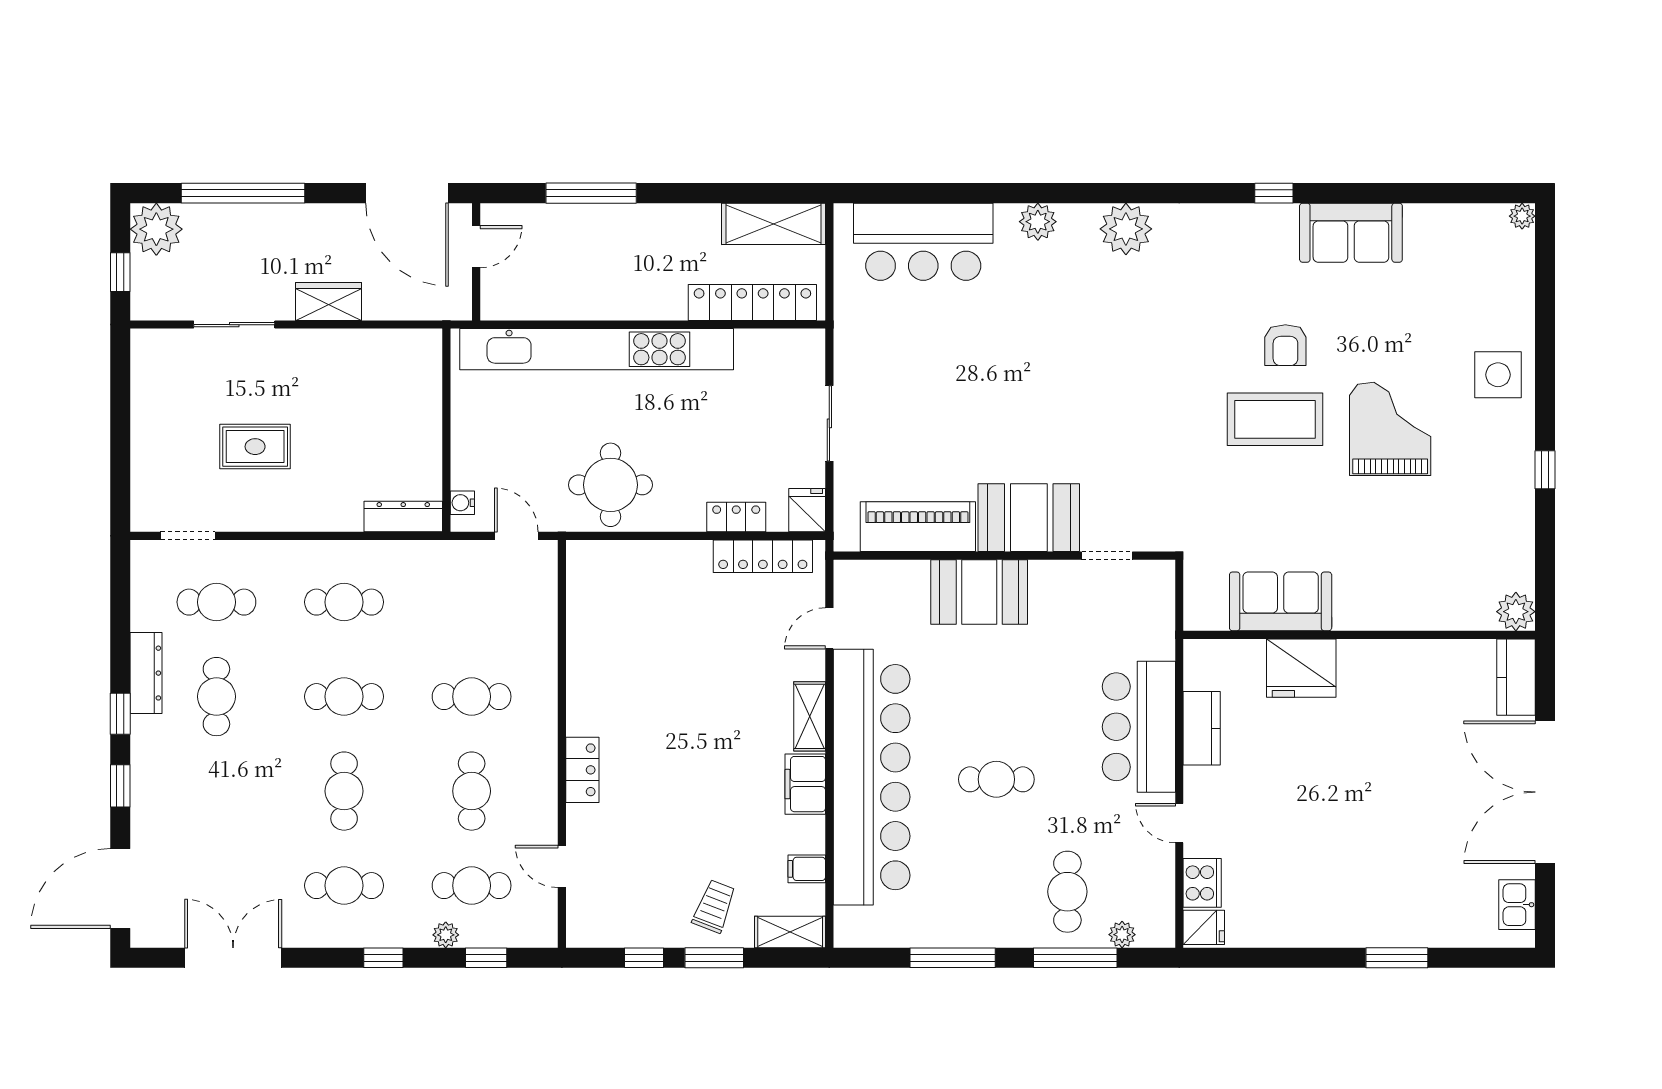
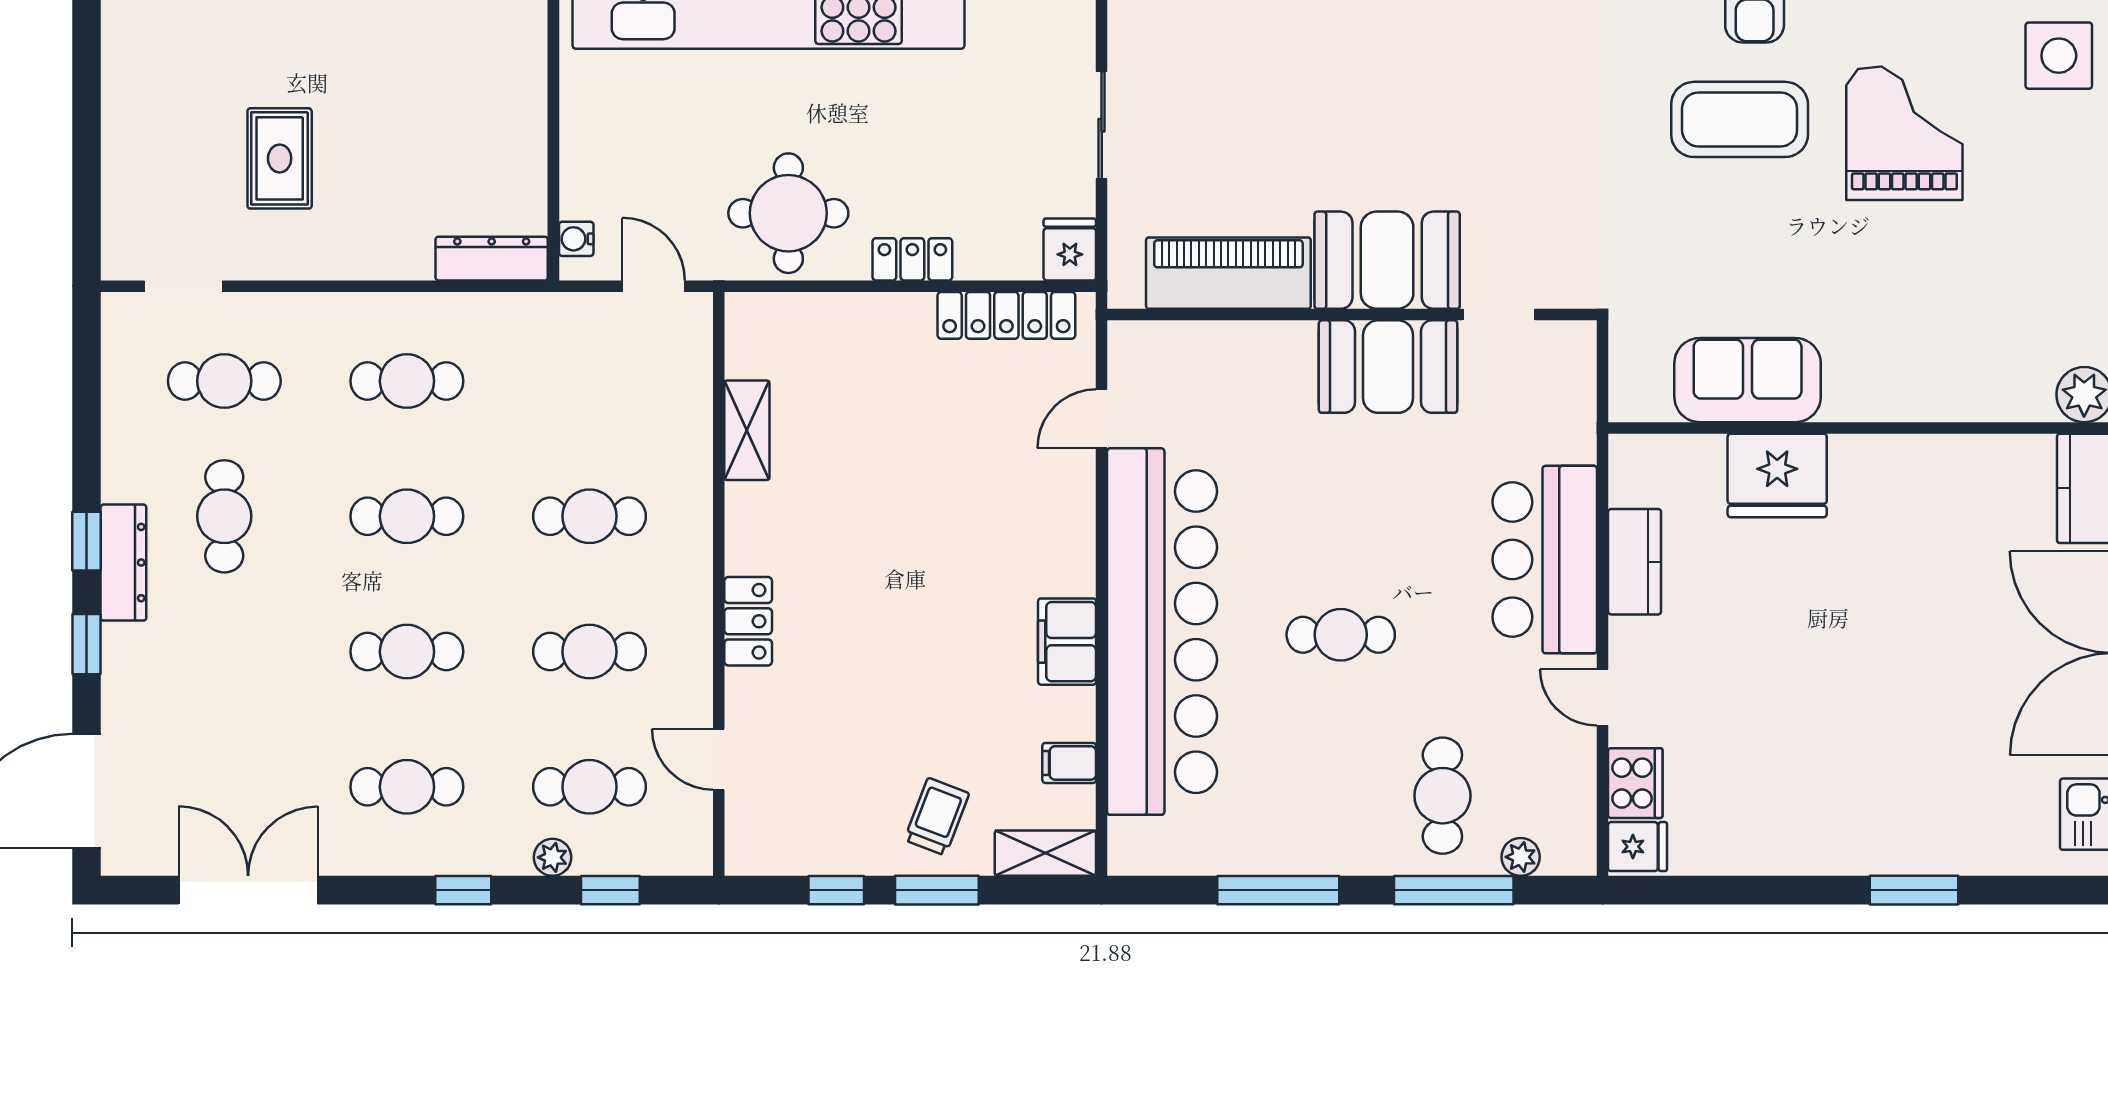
rug: (255, 447) -> (280, 158), turned 90
locker: (736, 517) -> (912, 259), moved
booth: (979, 592) -> (1388, 367), moved
dresser: (146, 673) -> (123, 563), moved
shelving: (810, 716) -> (747, 430), moved
cafe table: (344, 791) -> (407, 652), turned 90
cafe table: (472, 791) -> (590, 652), turned 90

